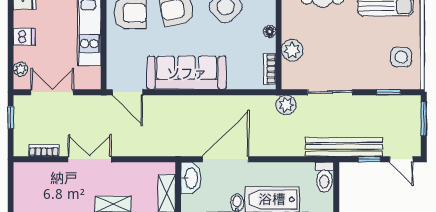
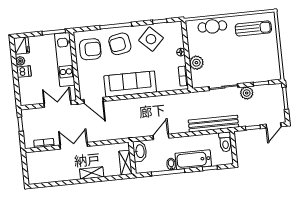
side table: (401, 57) -> (267, 60), removed
plant: (20, 69) -> (20, 61), moved
double door: (52, 92) -> (58, 104), moved
plant: (286, 105) -> (247, 93), moved
bench: (344, 147) -> (213, 124), moved
door: (226, 159) -> (161, 137), width x0.53
door: (401, 159) -> (274, 125), hinge flipped

